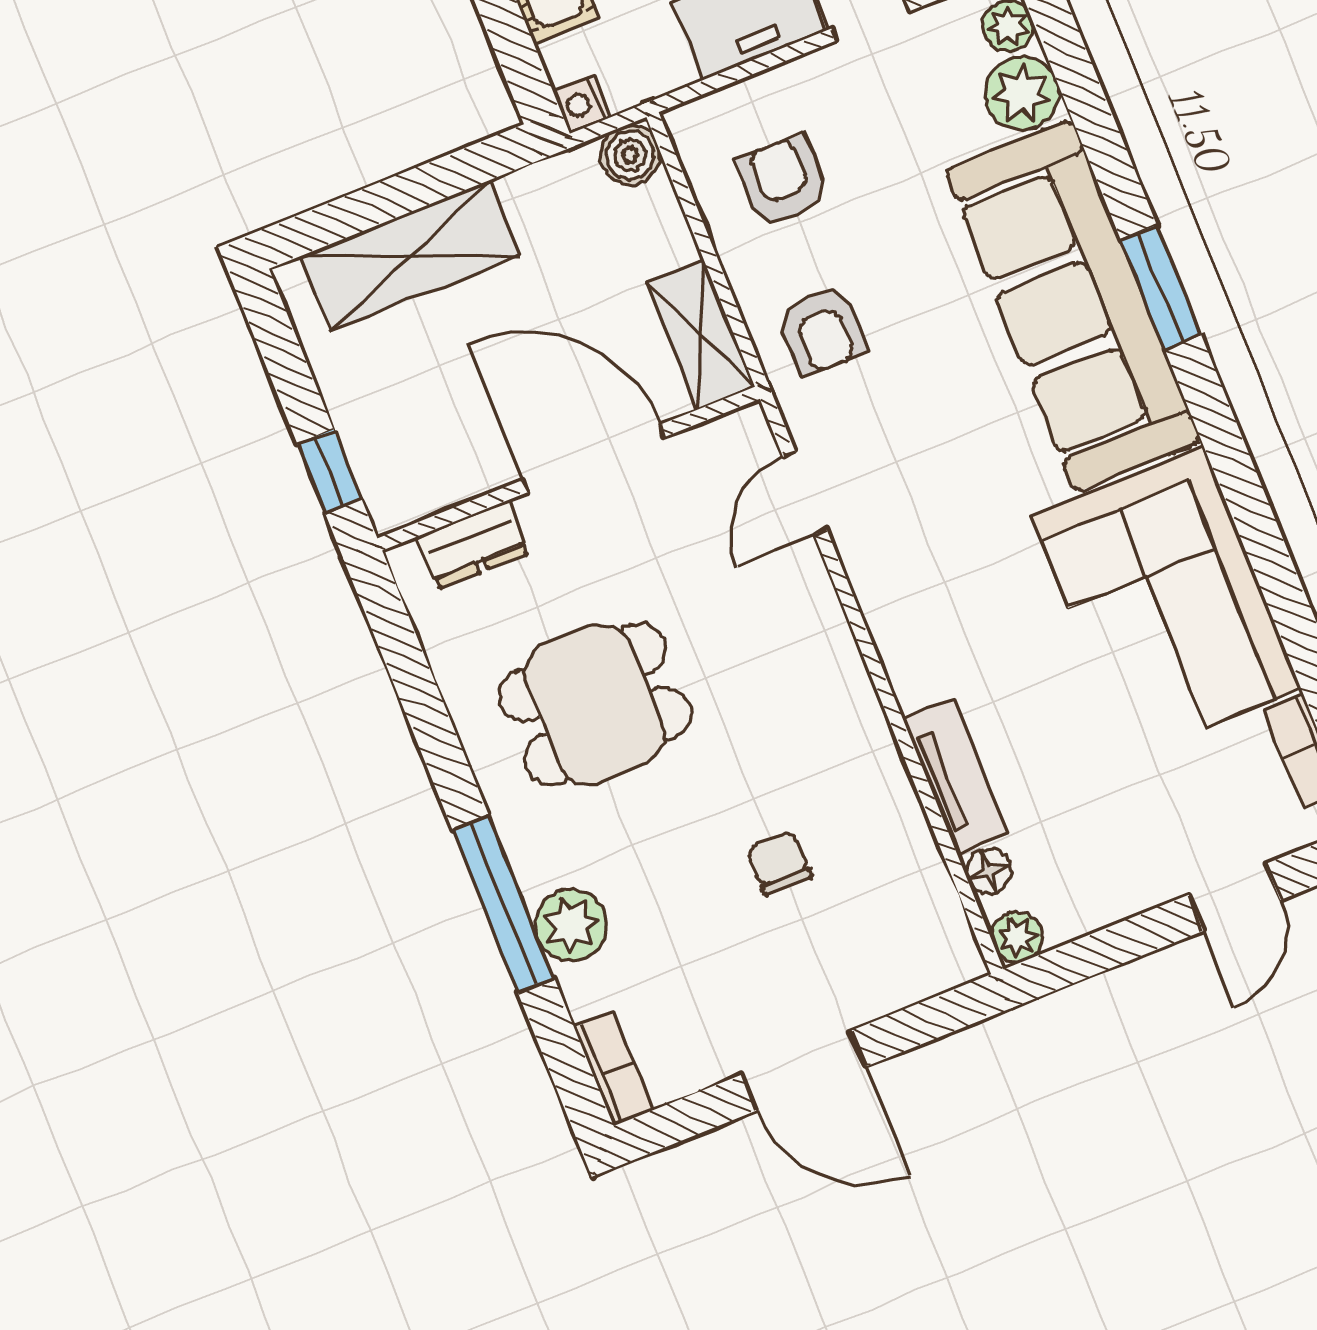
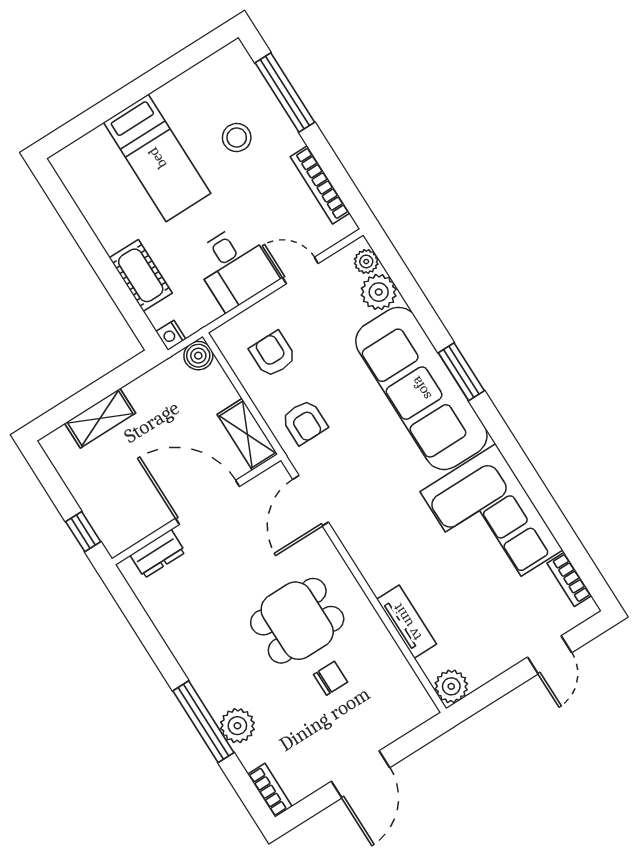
shelving: (410, 256) -> (100, 418), width x0.67, depth x0.75
door: (805, 493) -> (311, 501), width x1.38
dining table: (595, 704) -> (297, 621), moved
chair: (779, 863) -> (331, 678), turned 90
floor lamp: (988, 871) -> (430, 664), removed
plant: (1017, 937) -> (451, 686), width x1.38, depth x1.38
door: (804, 1070) -> (360, 774), hinge flipped

